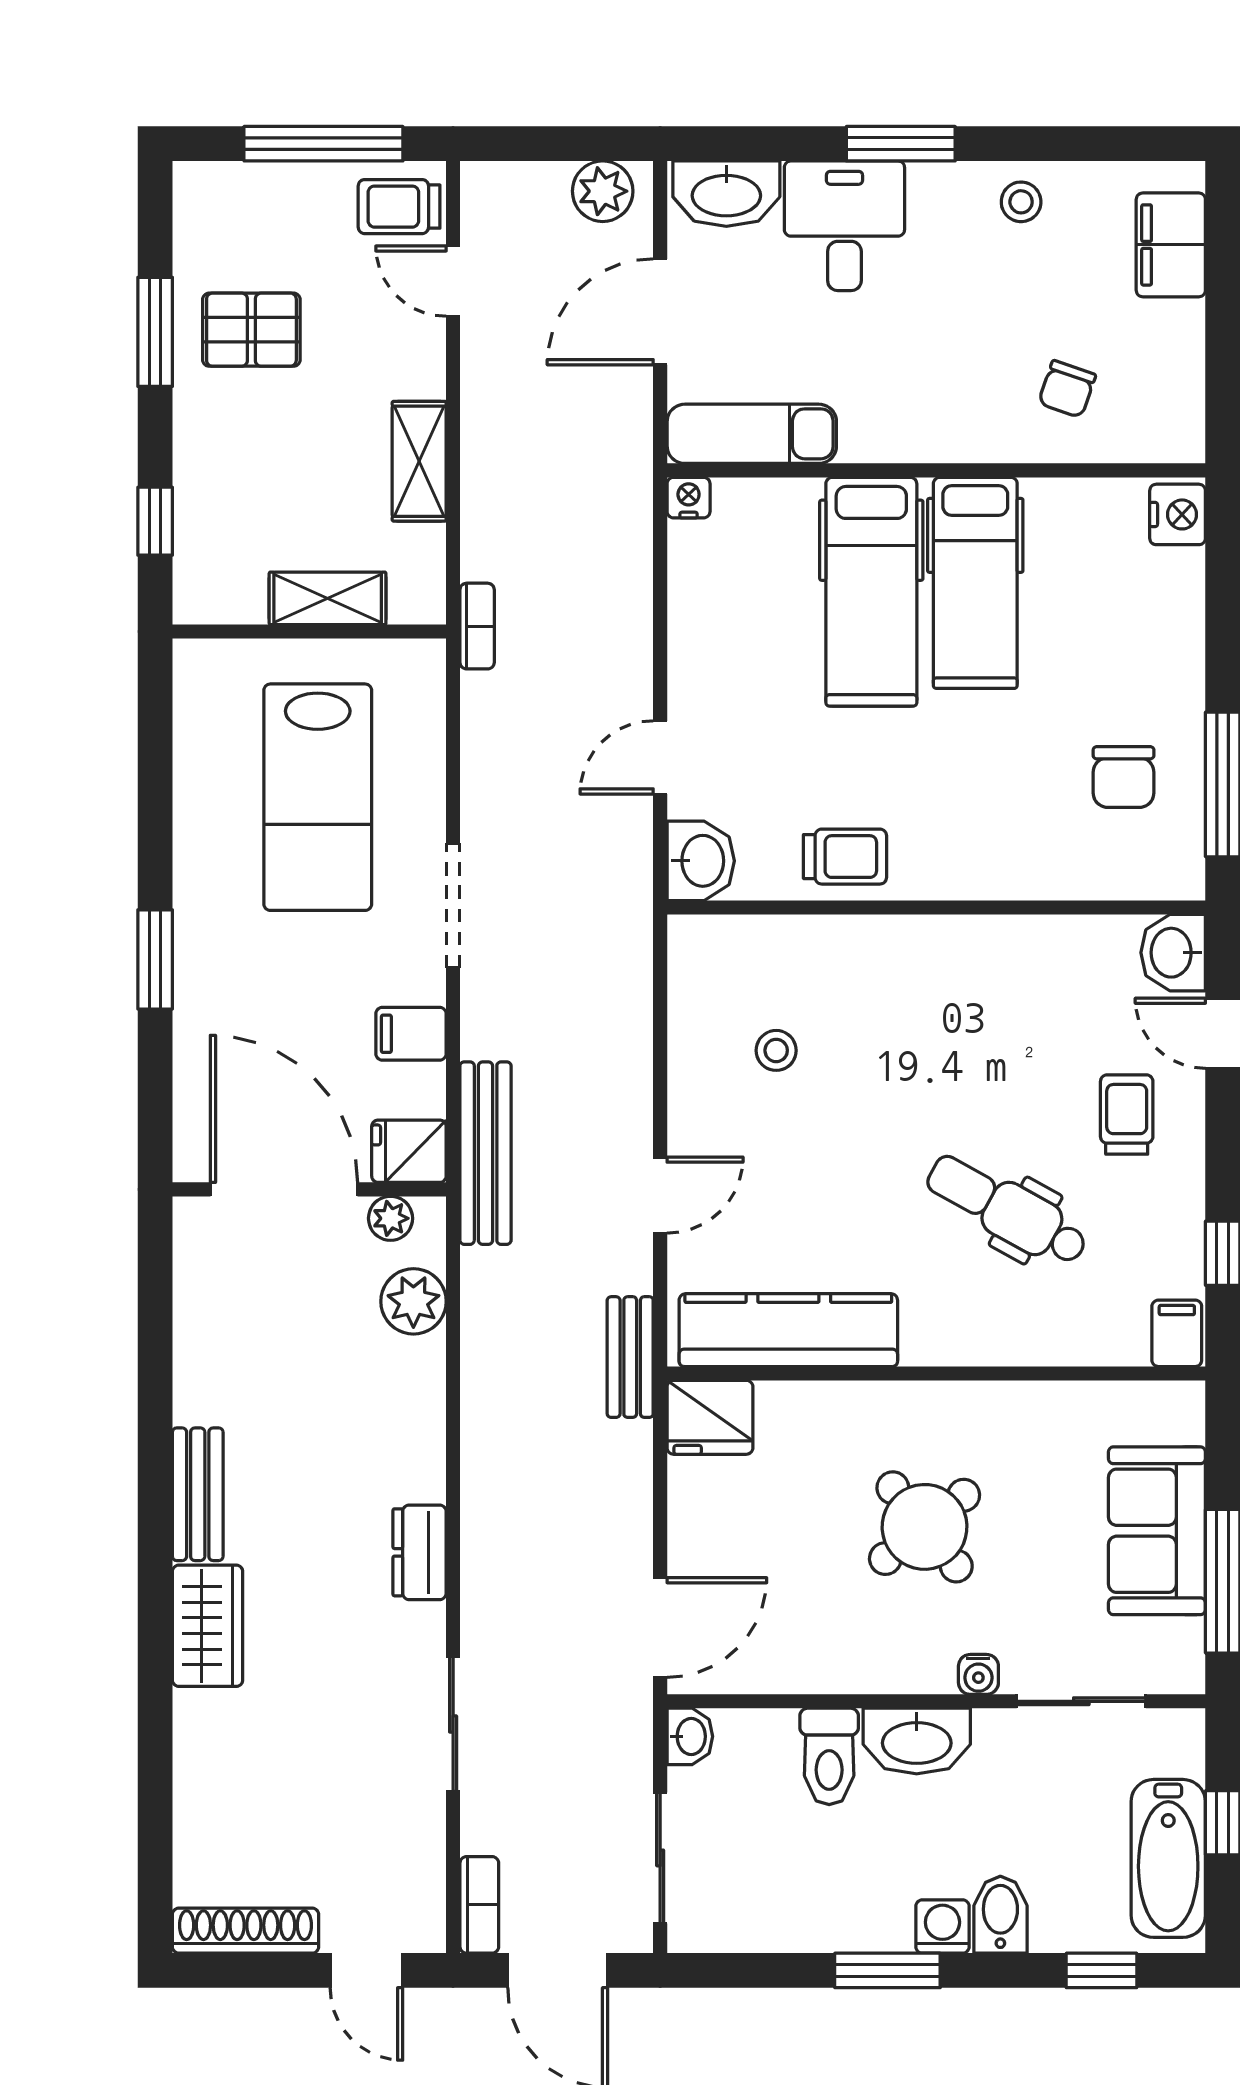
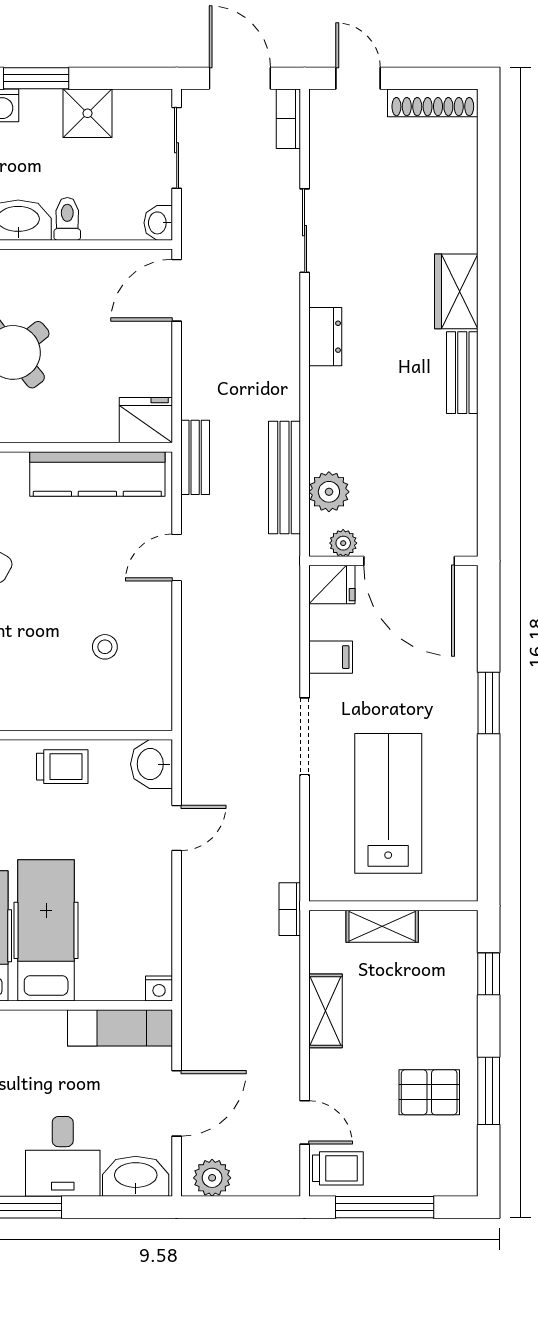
trolley: (845, 857) -> (62, 767), turned 180
bench: (486, 1153) -> (284, 477), moved
toilet: (829, 1756) -> (67, 219), width x0.73, depth x0.72
shower: (804, 1914) -> (87, 113), added

